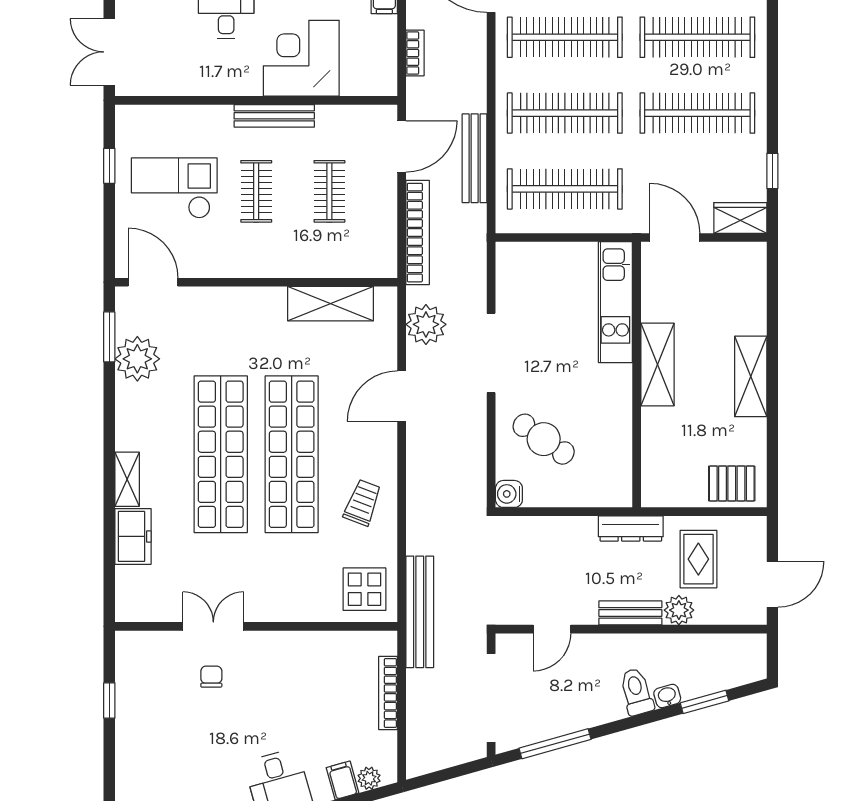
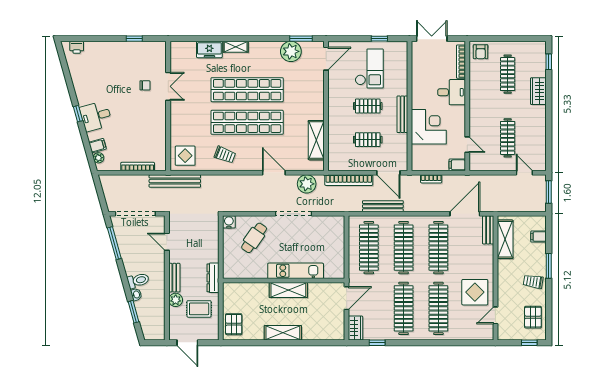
kitchen unit: (615, 302) -> (296, 271), moved

